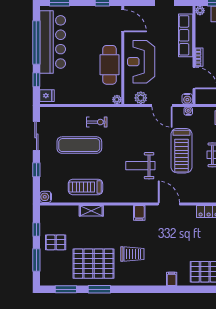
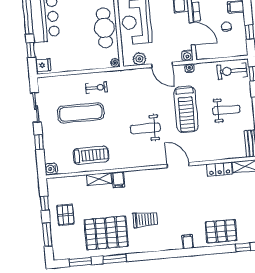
treadmill: (85, 187) -> (91, 155), turned 180
filing cabinet: (139, 213) -> (118, 180), moved
pallet: (56, 242) -> (65, 215), turned 90

